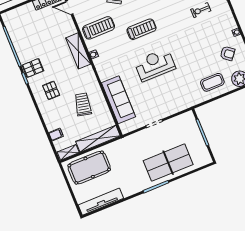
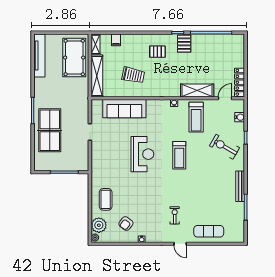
shelving: (78, 51) -> (197, 90), moved

